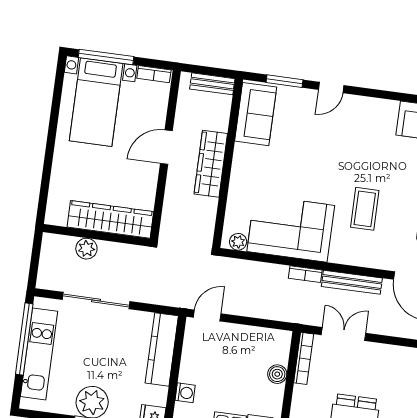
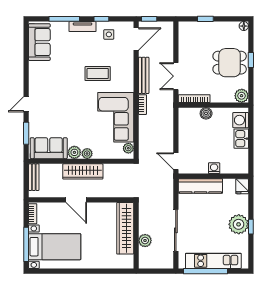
door: (331, 87) -> (26, 104), swing flipped
plant: (243, 154) -> (74, 152), added
plant: (239, 174) -> (87, 154), added
washing machine: (185, 393) -> (214, 168), moved

